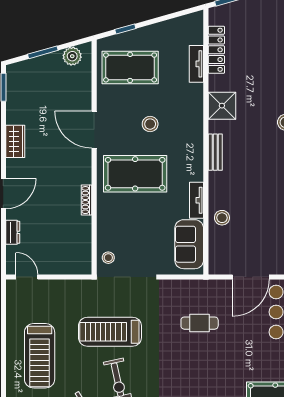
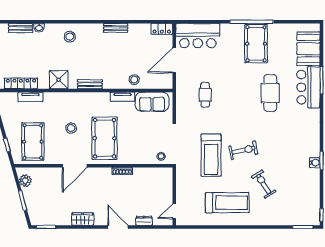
door: (251, 277) -> (174, 60), swing flipped

